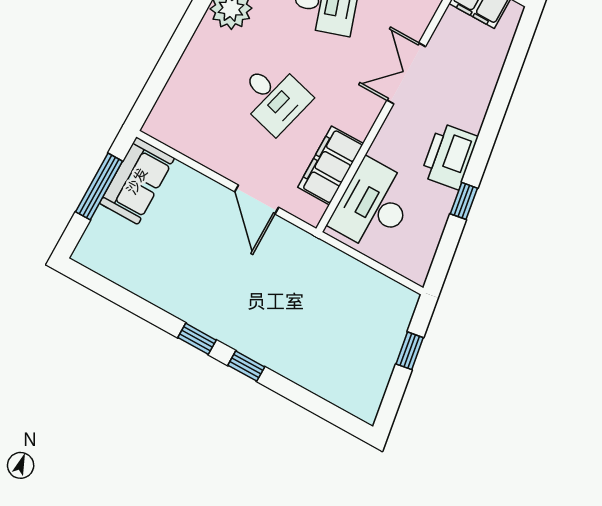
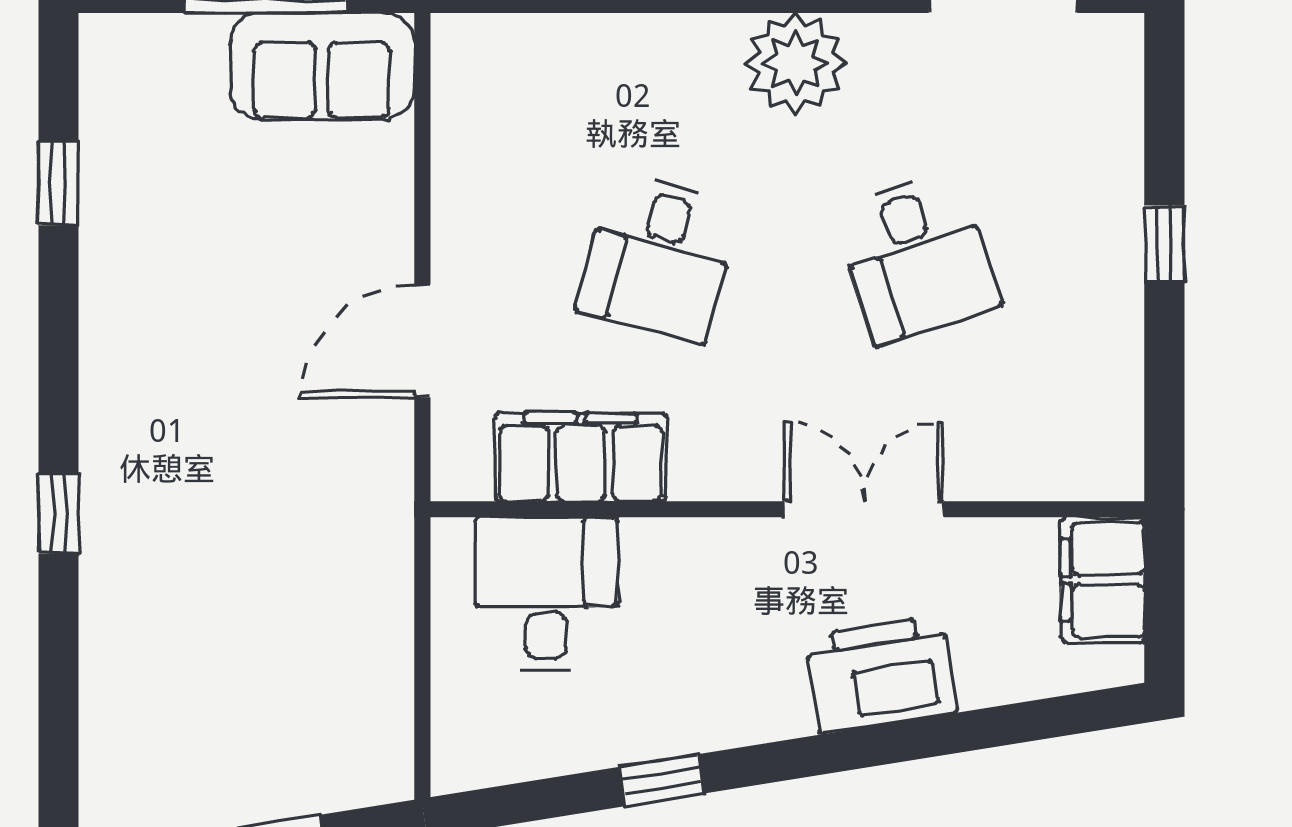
printer: (449, 156) -> (881, 674), moved
desk: (373, 205) -> (546, 594), width x0.73
window: (197, 339) -> (59, 183), moved

